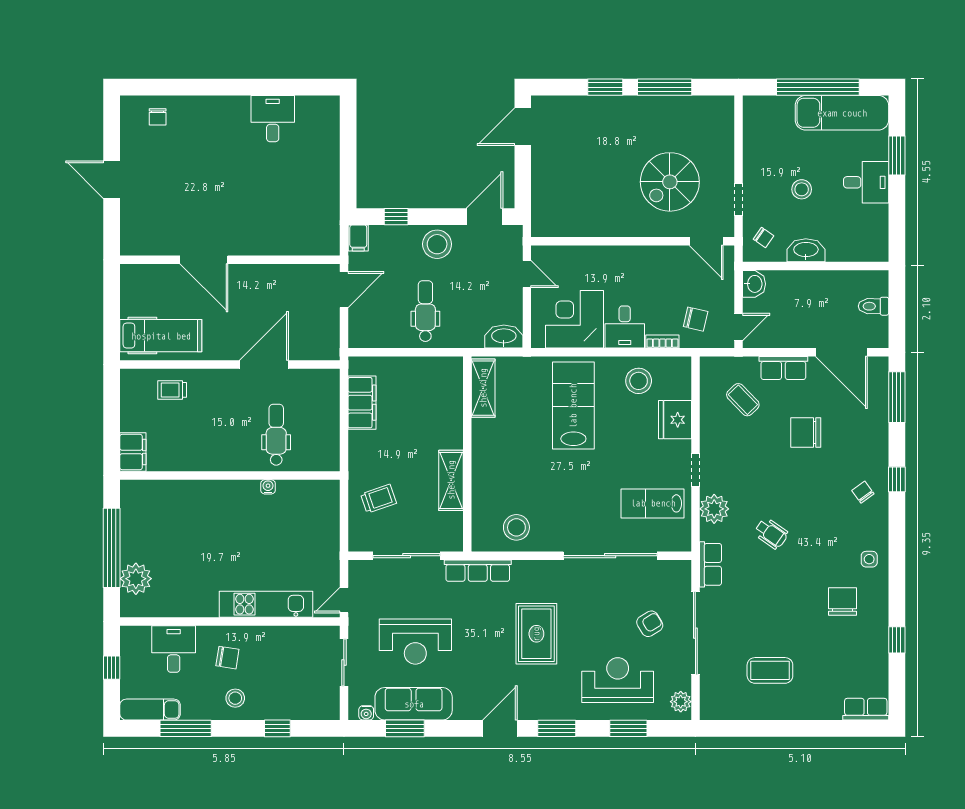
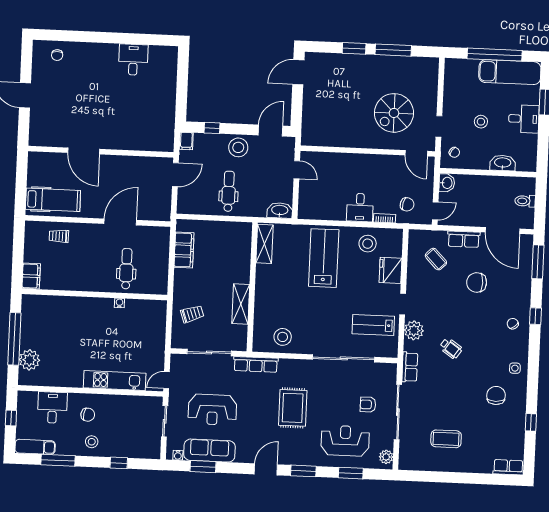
washbasin: (806, 250) -> (503, 163), moved
corner desk: (575, 319) -> (327, 201), removed
armchair: (650, 624) -> (368, 405), turned -148

